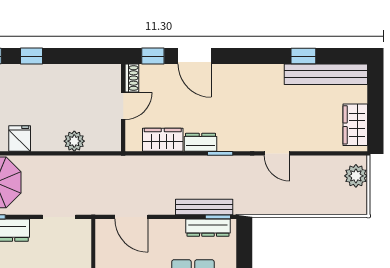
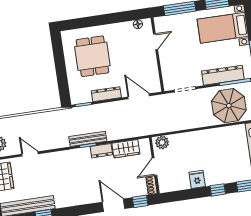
fridge: (20, 138) -> (197, 179), moved, turned 180
plant: (74, 141) -> (162, 143), moved
door: (277, 153) -> (30, 154), moved
bench: (204, 207) -> (88, 139), moved
dresser: (208, 228) -> (106, 94), moved

